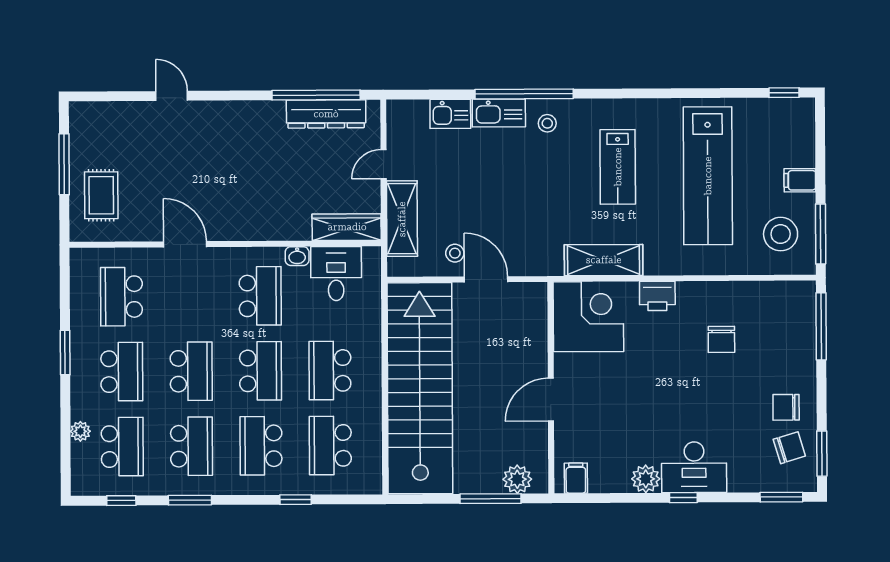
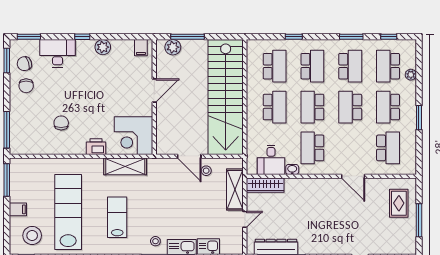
stool: (781, 234) -> (32, 235), moved
chair: (786, 407) -> (26, 86), turned 90
school desk: (192, 446) -> (350, 66), turned 180
desk: (694, 467) -> (58, 53), moved

